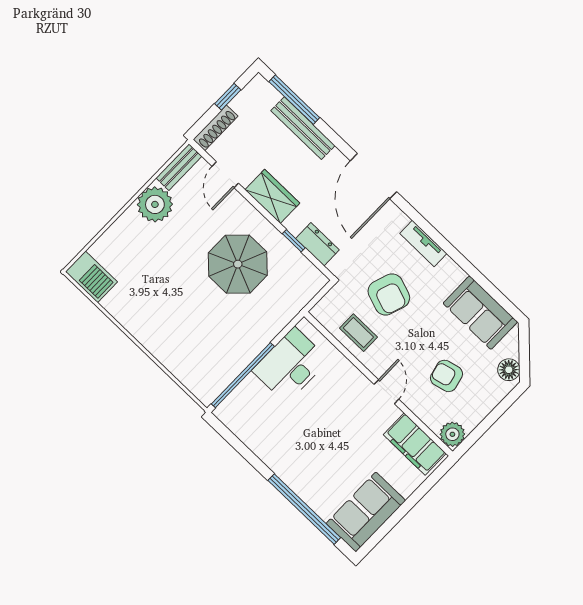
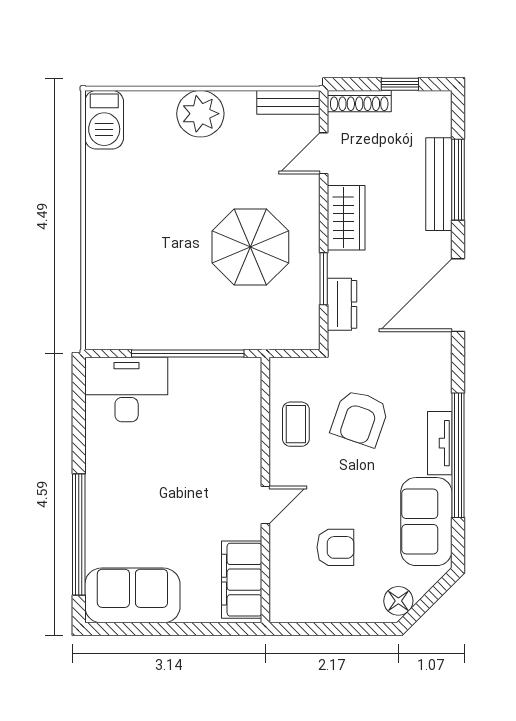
window: (294, 100) -> (458, 180), moved
plant: (155, 204) -> (200, 114), moved
window: (294, 241) -> (324, 279), width x1.50
tv unit: (423, 243) -> (440, 443), moved
window: (461, 260) -> (458, 455), added
desk: (290, 365) -> (127, 390), moved
window: (243, 375) -> (188, 354), moved
armchair: (446, 376) -> (335, 547), turned 104
plant: (452, 434) -> (285, 606), removed

